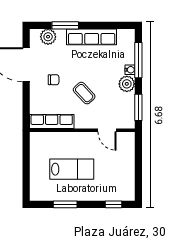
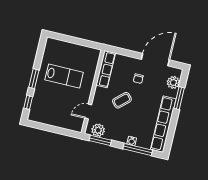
row of seats: (92, 37) -> (163, 124), width x1.36
plant: (127, 84) -> (98, 130), moved
lab bench: (72, 169) -> (64, 76), turned -90
window: (65, 204) -> (34, 79), moved

